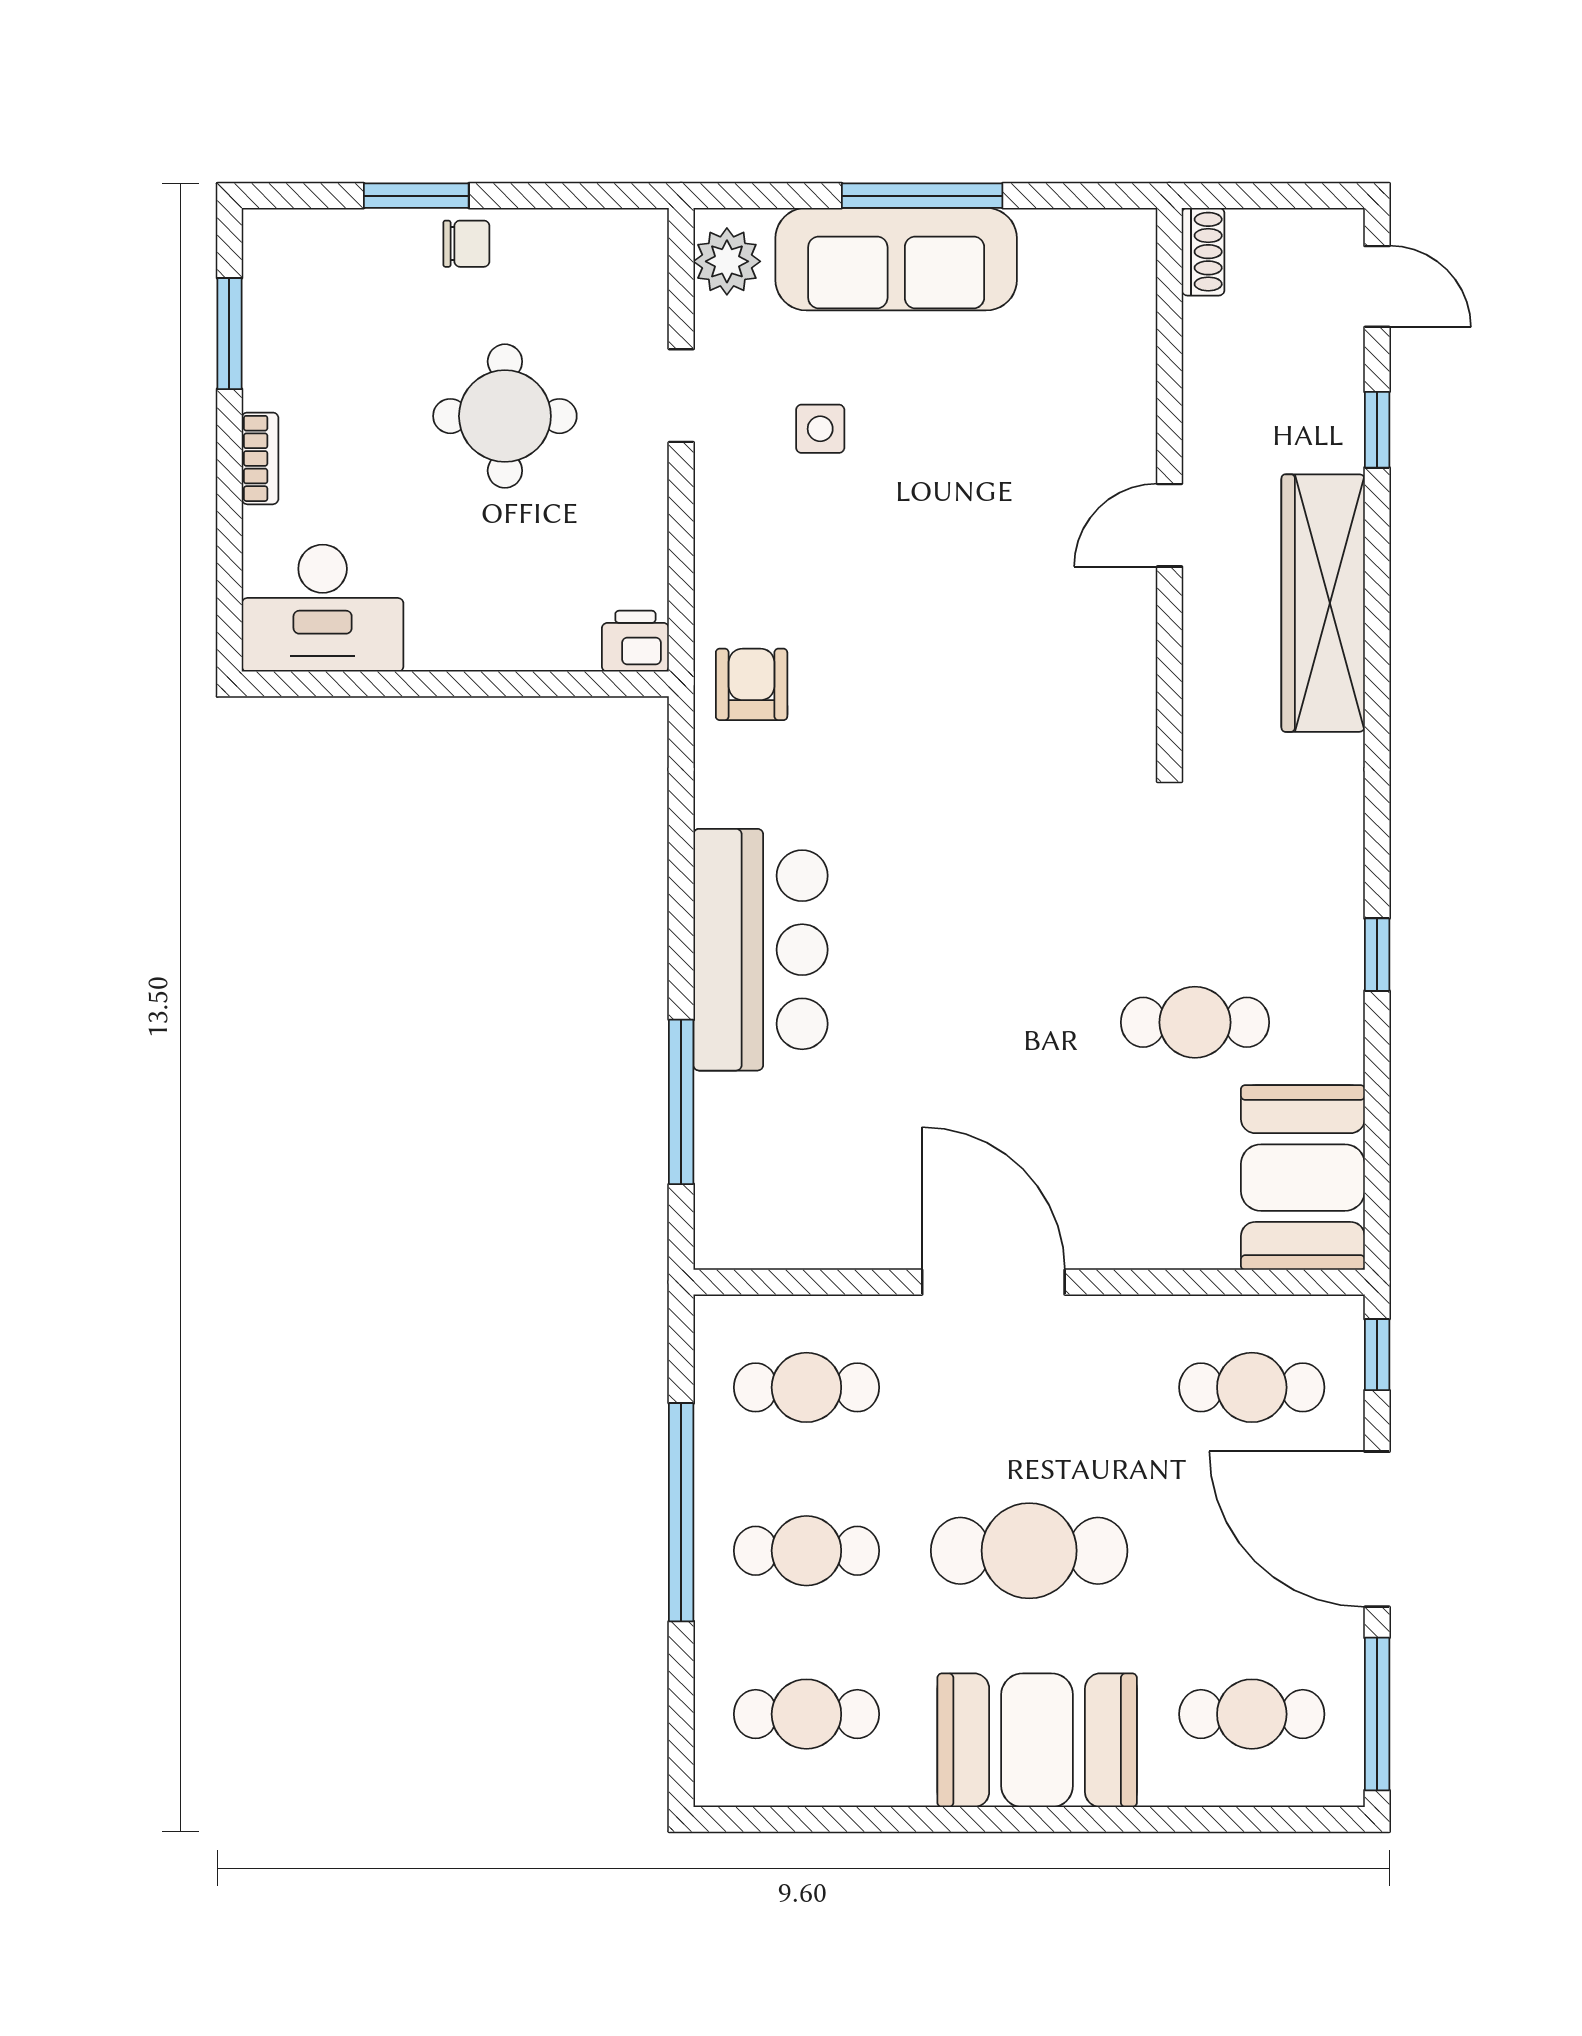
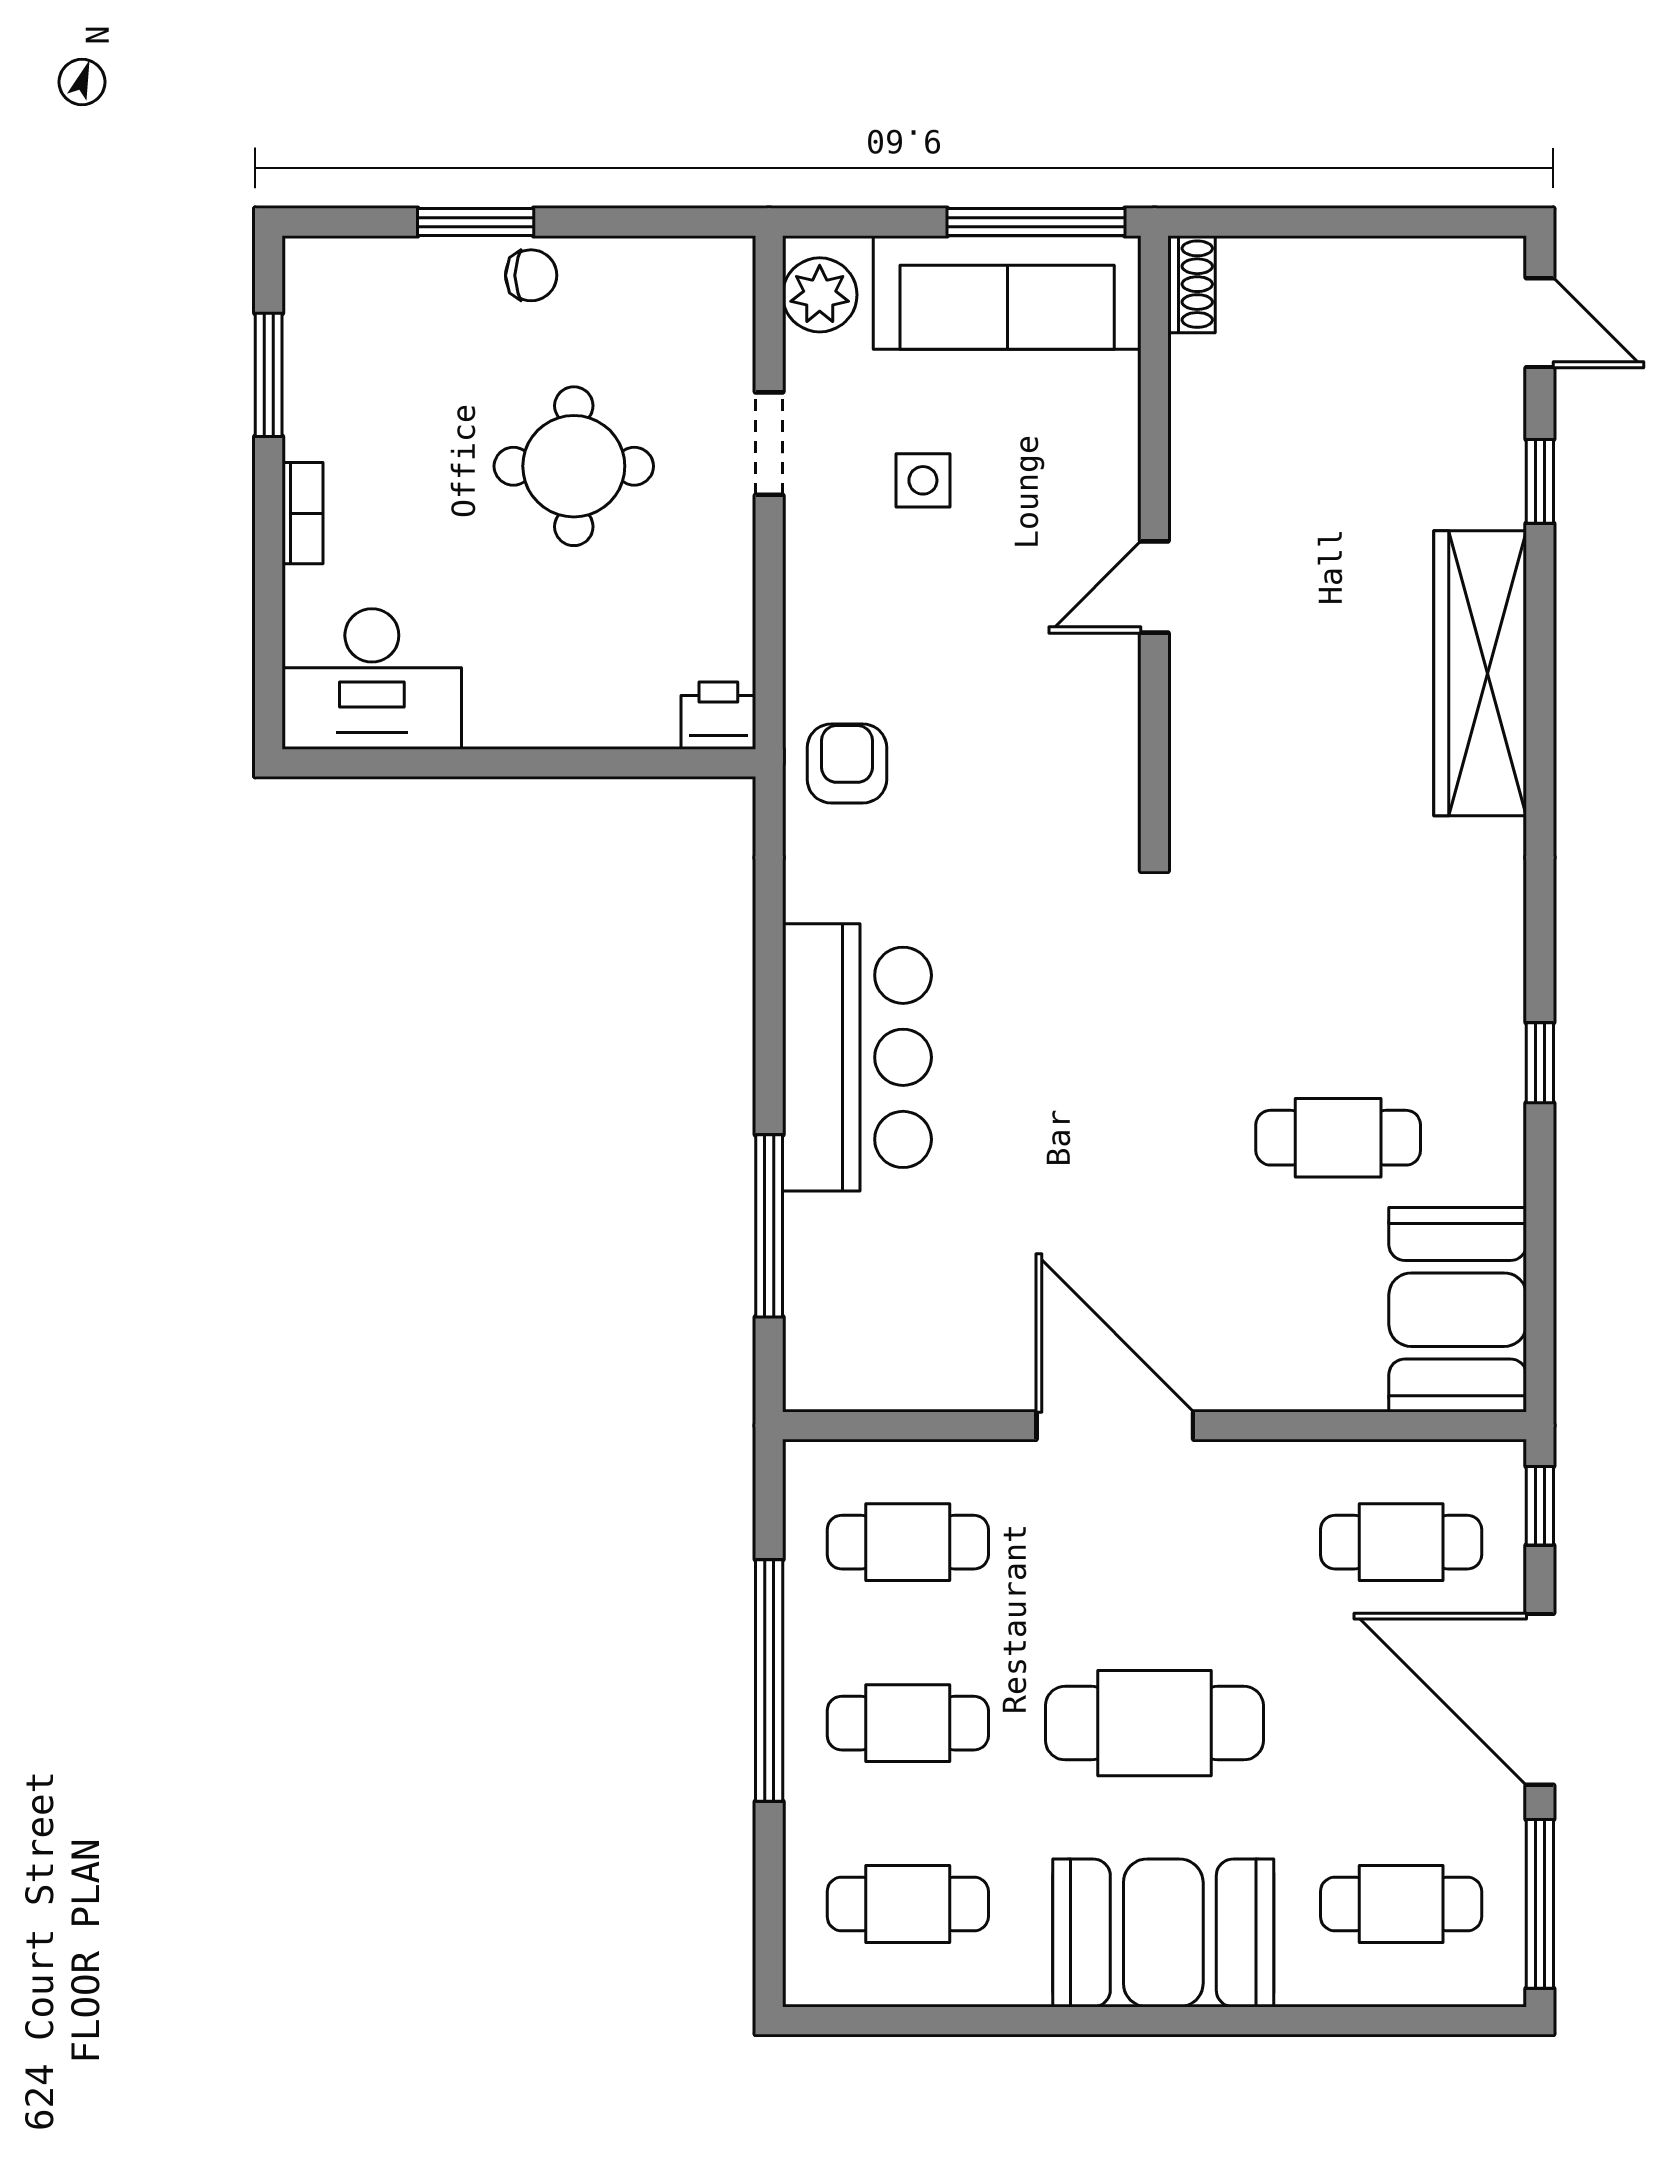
shoe rack: (1203, 252) -> (1192, 284), moved
wall: (1170, 482) -> (1154, 540), moved
door: (1170, 525) -> (1154, 587), moved

